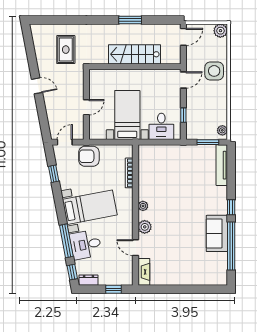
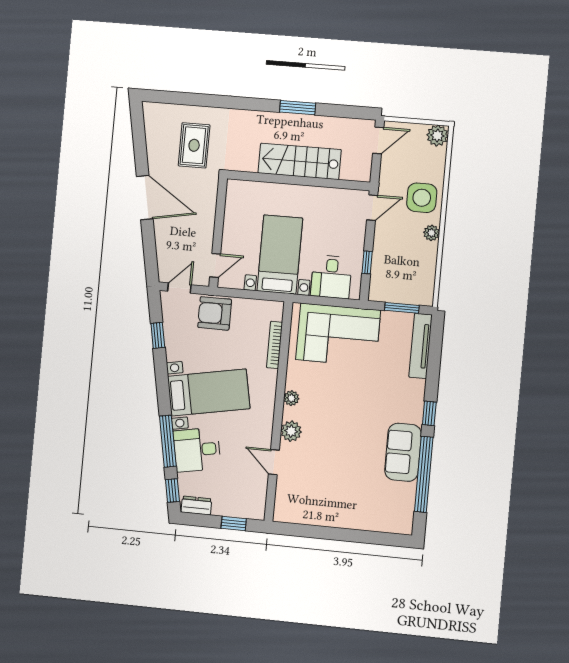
door: (37, 86) -> (145, 198), width x1.88
door: (86, 107) -> (215, 265), moved
plant: (222, 130) -> (431, 233), moved
corner sofa: (169, 163) -> (338, 335), added
fireplace: (144, 272) -> (283, 501), removed

